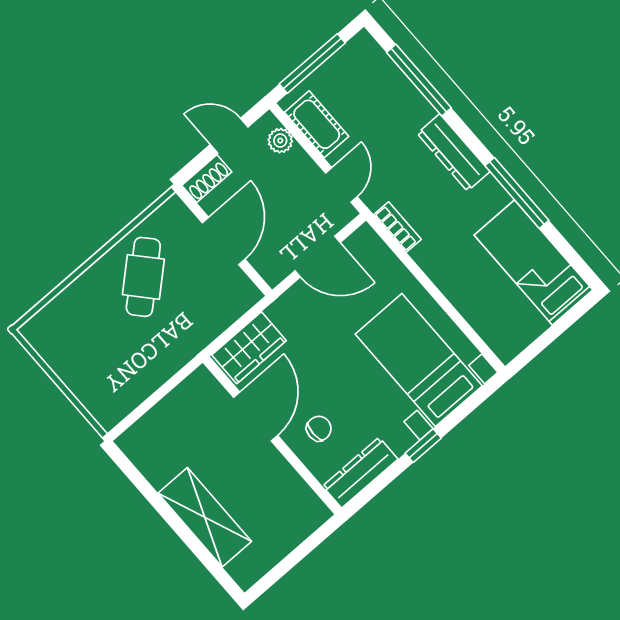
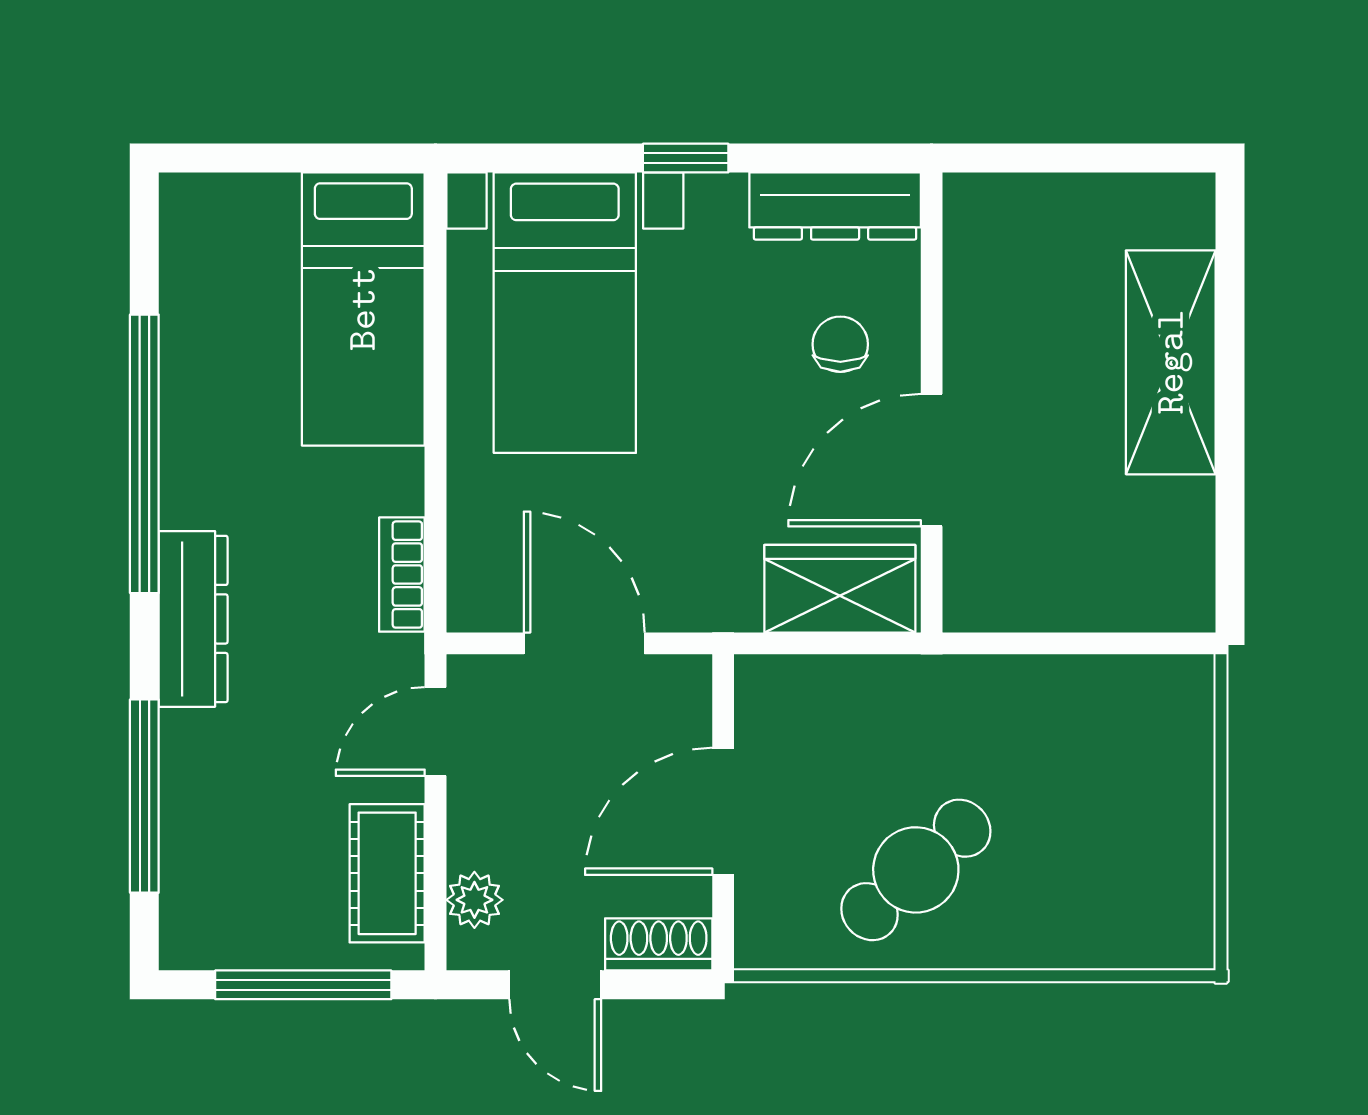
window: (517, 193) -> (144, 454), width x1.46
bed: (533, 262) -> (363, 309), moved
chair: (319, 429) -> (840, 344), turned 90

